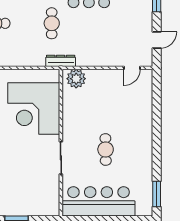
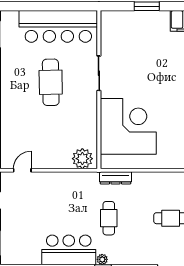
dresser: (61, 61) -> (115, 178), moved
cafe table: (106, 149) -> (51, 82), width x1.37, depth x1.35

